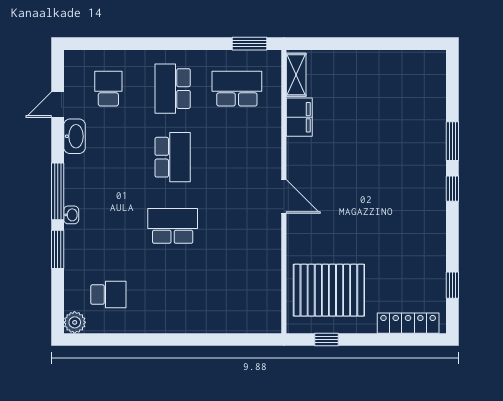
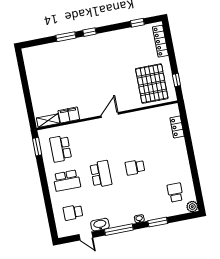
school desk: (173, 157) -> (101, 174), turned 90
window: (58, 191) -> (119, 230), moved
school desk: (173, 226) -> (135, 167), width x0.54
locker: (235, 323) -> (177, 127), added

